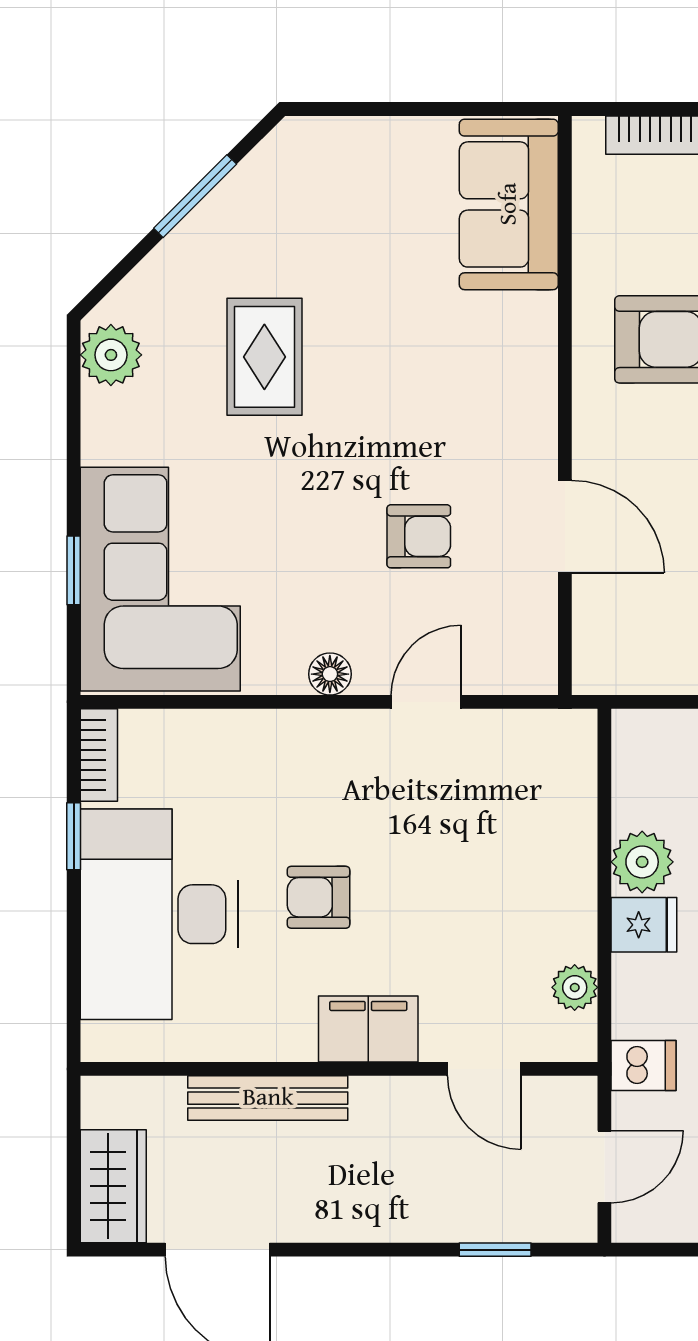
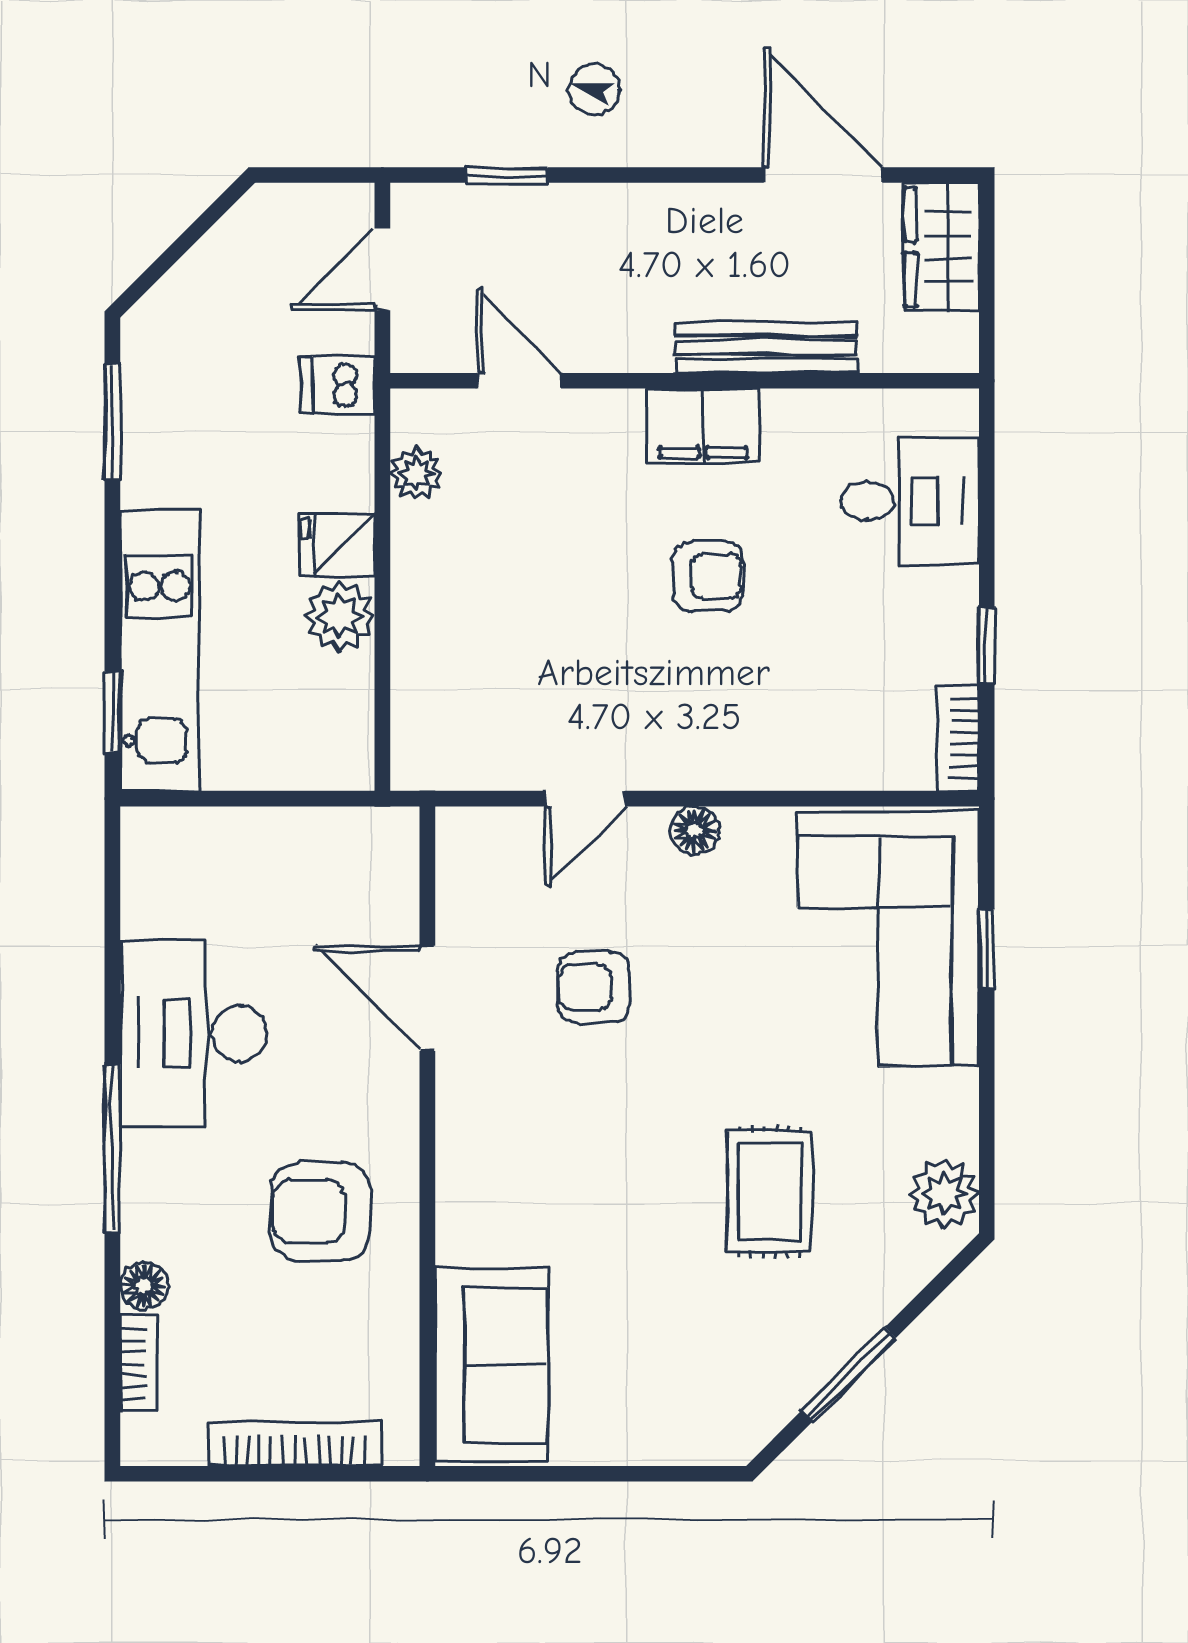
desk: (159, 914) -> (910, 501), width x0.53, depth x0.77
filing cabinet: (368, 1029) -> (703, 426), moved

